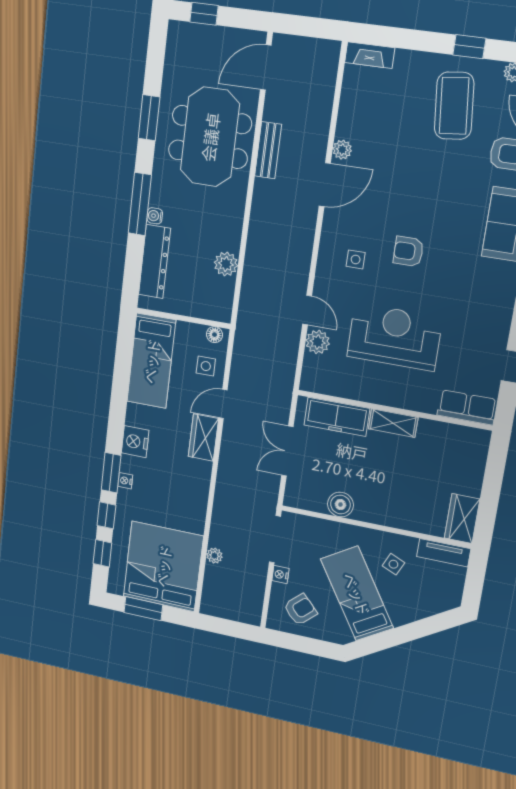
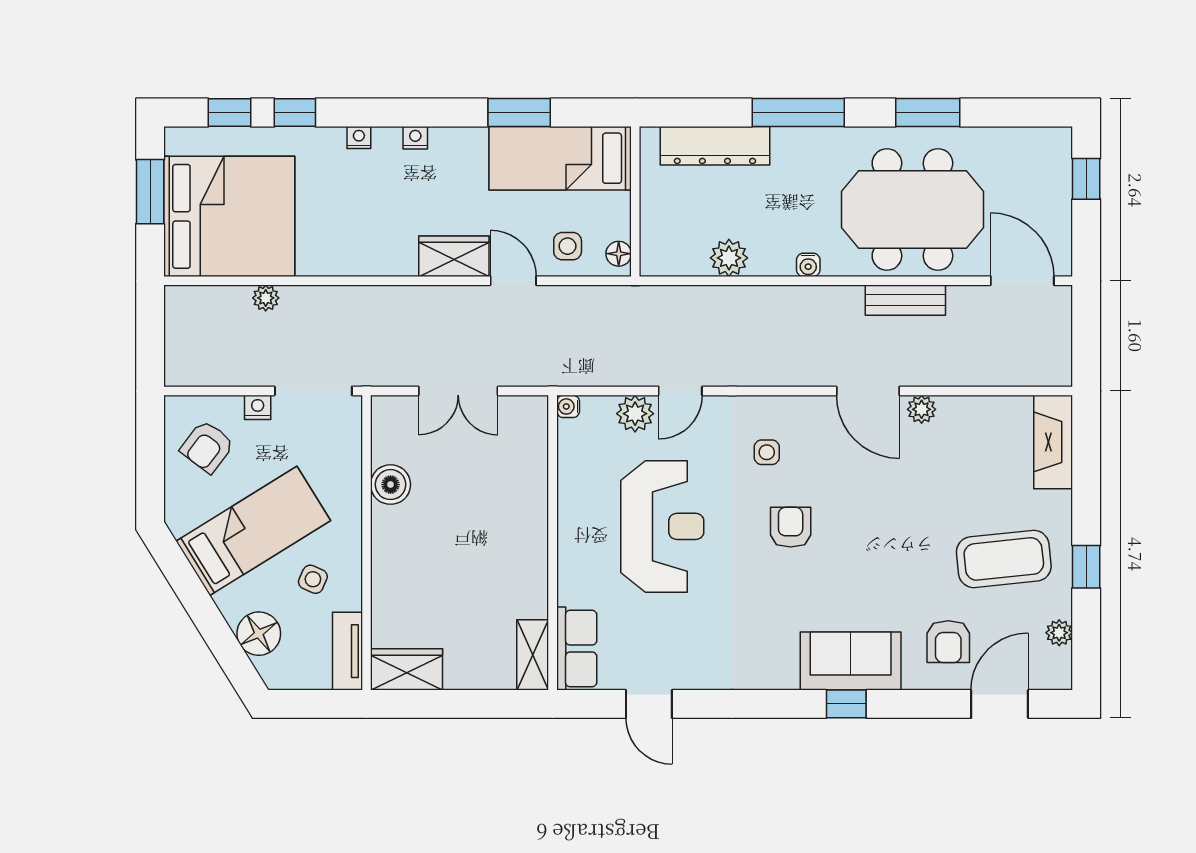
fireplace: (370, 55) -> (1053, 442), width x1.37, depth x1.32
water cooler: (155, 216) -> (808, 265), moved, turned 180
water cooler: (307, 384) -> (568, 406), added
freezer: (337, 417) -> (526, 459), removed
shelving: (393, 423) -> (533, 655), moved
nightstand: (135, 442) -> (415, 138), width x0.53, depth x0.56
double door: (287, 451) -> (458, 391), swing flipped
window: (111, 473) -> (519, 112), moved
floor lamp: (423, 604) -> (259, 634), added
armchair: (300, 609) -> (207, 447), turned 80

